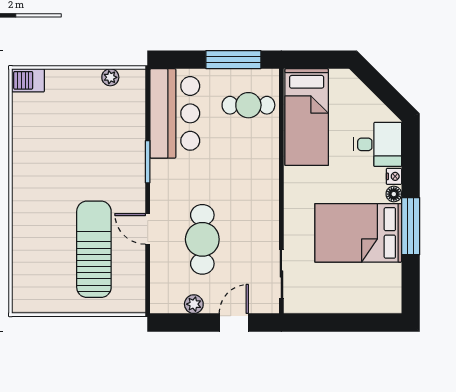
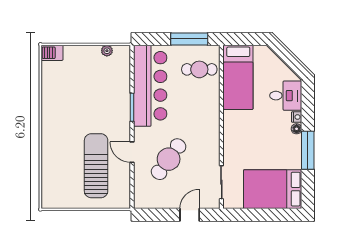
bar counter: (175, 113) -> (150, 86), width x1.36
bed: (358, 233) -> (273, 189), moved
cafe table: (202, 239) -> (169, 159), turned 36
plant: (194, 304) -> (163, 202), removed

